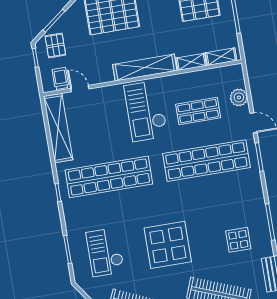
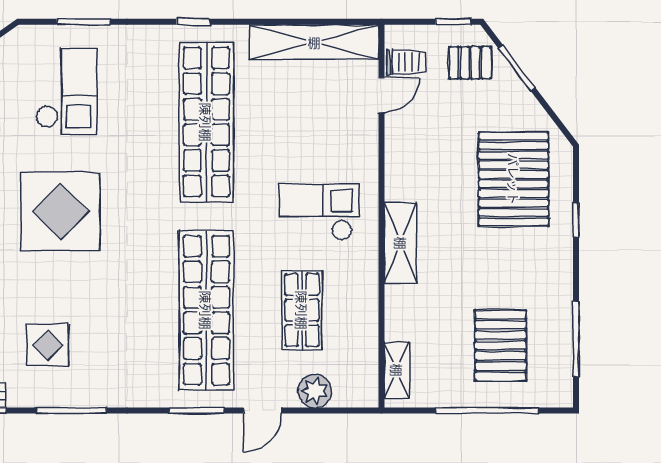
shelving: (191, 62) -> (397, 313), removed
shelving: (145, 68) -> (401, 243), width x0.68
checkout: (146, 111) -> (319, 212), width x0.73, depth x0.83
checkout: (105, 252) -> (66, 91), turned 90

